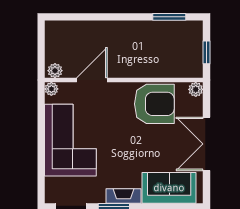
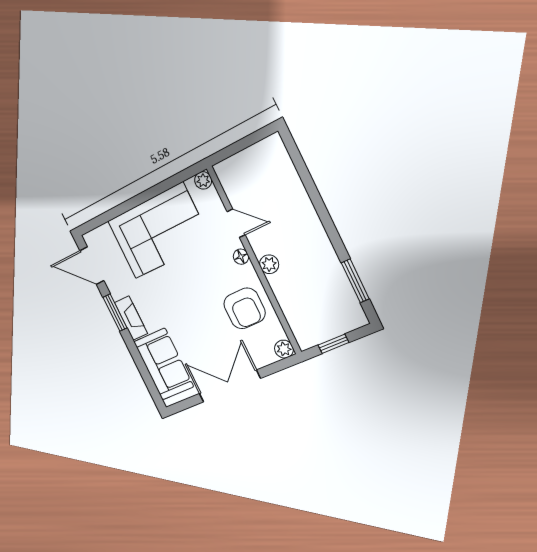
plant: (55, 71) -> (269, 264), moved
door: (92, 80) -> (236, 223), width x0.73
floor lamp: (117, 88) -> (241, 257), added
armchair: (154, 104) -> (244, 308), width x0.73, depth x0.73

